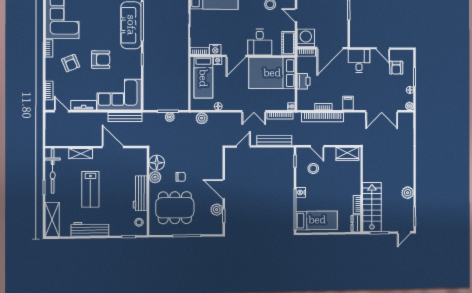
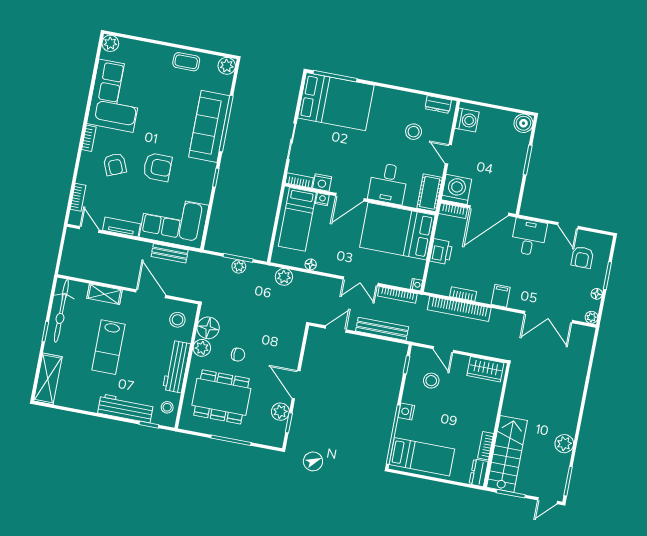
bench: (125, 117) -> (170, 253), width x0.73
stool: (135, 161) -> (177, 320), added
workbench: (90, 229) -> (126, 408), moved

